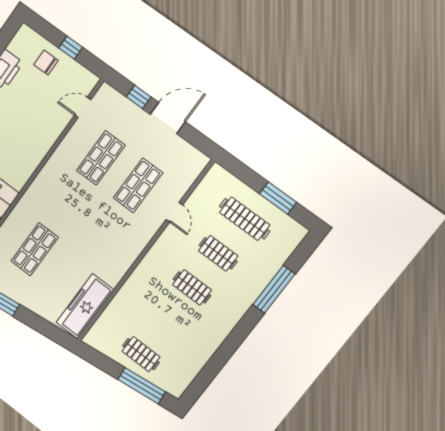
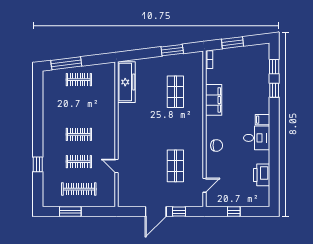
chair: (46, 62) -> (217, 145), moved
shop shelf: (138, 185) -> (146, 166), removed
window: (274, 289) -> (38, 164), width x0.46

